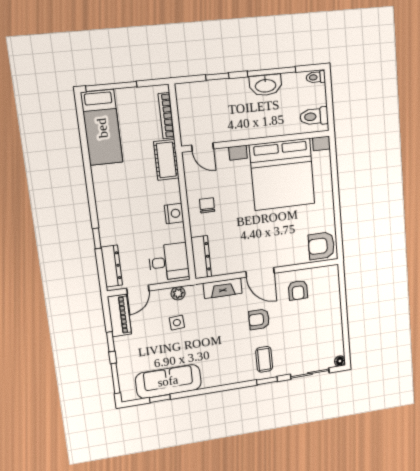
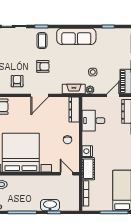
washbasin: (265, 85) -> (50, 205), moved
nightstand: (174, 213) -> (87, 151), moved
desk: (169, 262) -> (93, 121), moved
door: (260, 272) -> (40, 95), swing flipped
fireplace: (223, 288) -> (74, 89), moved
sofa: (168, 381) -> (76, 36), moved

